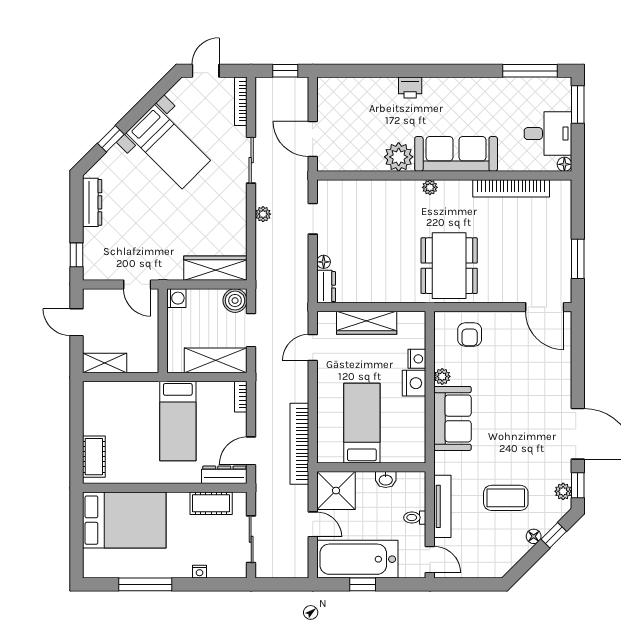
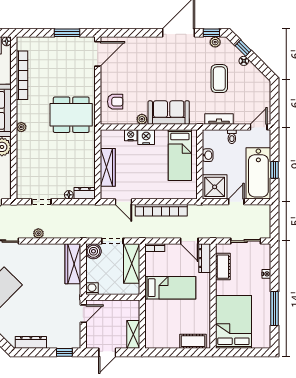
bed: (362, 423) -> (180, 155), moved, turned -90
bookcase: (299, 444) -> (161, 210), moved
tv unit: (442, 506) -> (219, 119), width x0.71

